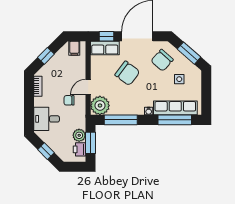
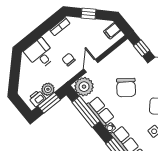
row of seats: (105, 48) -> (100, 111), moved, turned 180
door: (88, 87) -> (91, 66), hinge flipped
window: (46, 151) -> (15, 74), removed

